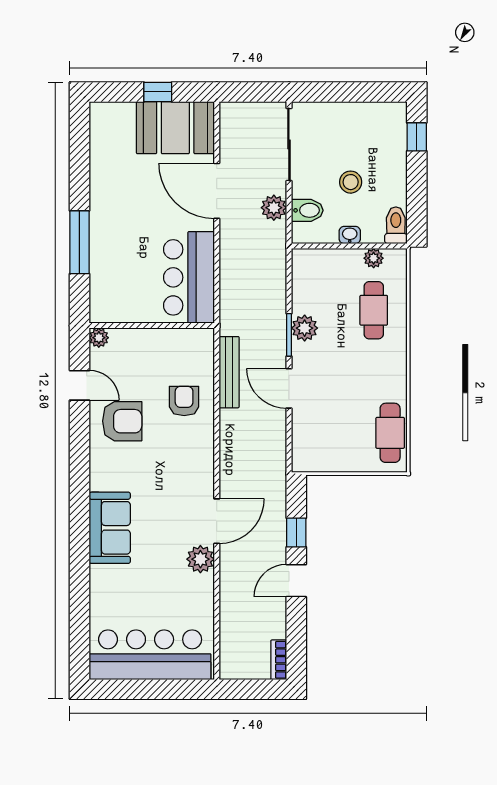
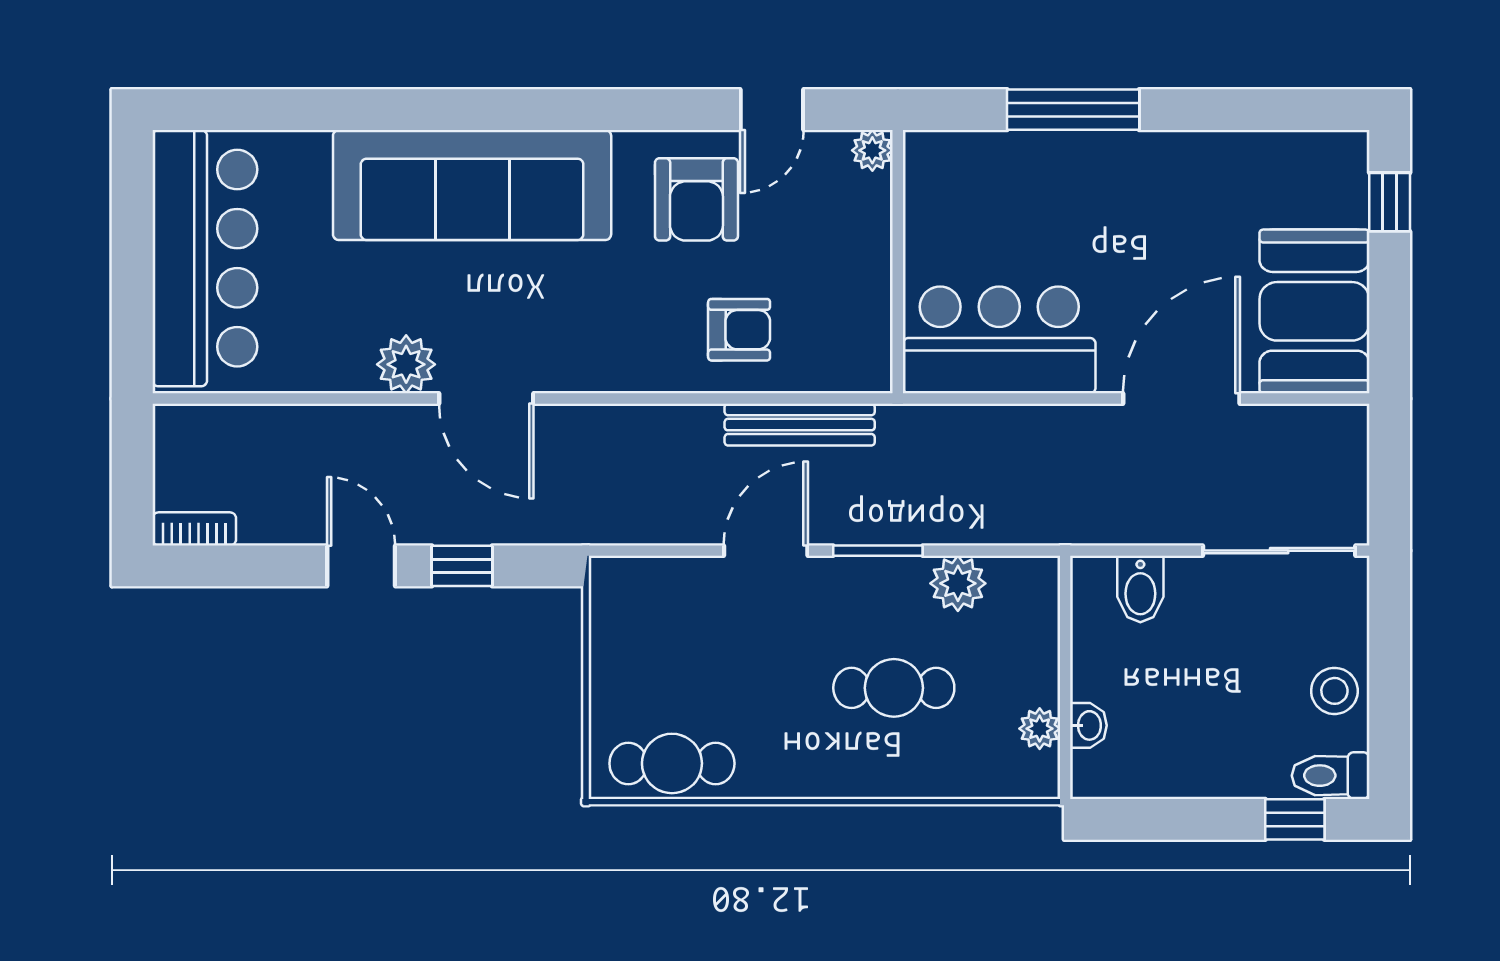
window: (158, 92) -> (1390, 202), moved
stool: (351, 182) -> (1334, 691), moved
plant: (274, 208) -> (1146, 519), removed
toilet: (396, 225) -> (1331, 776), moved, turned 180
washbasin: (350, 235) -> (1088, 725), moved
cafe table: (374, 310) -> (894, 688), moved
plant: (305, 328) -> (958, 583), moved
sofa: (110, 528) -> (472, 185), width x1.85, depth x1.27

